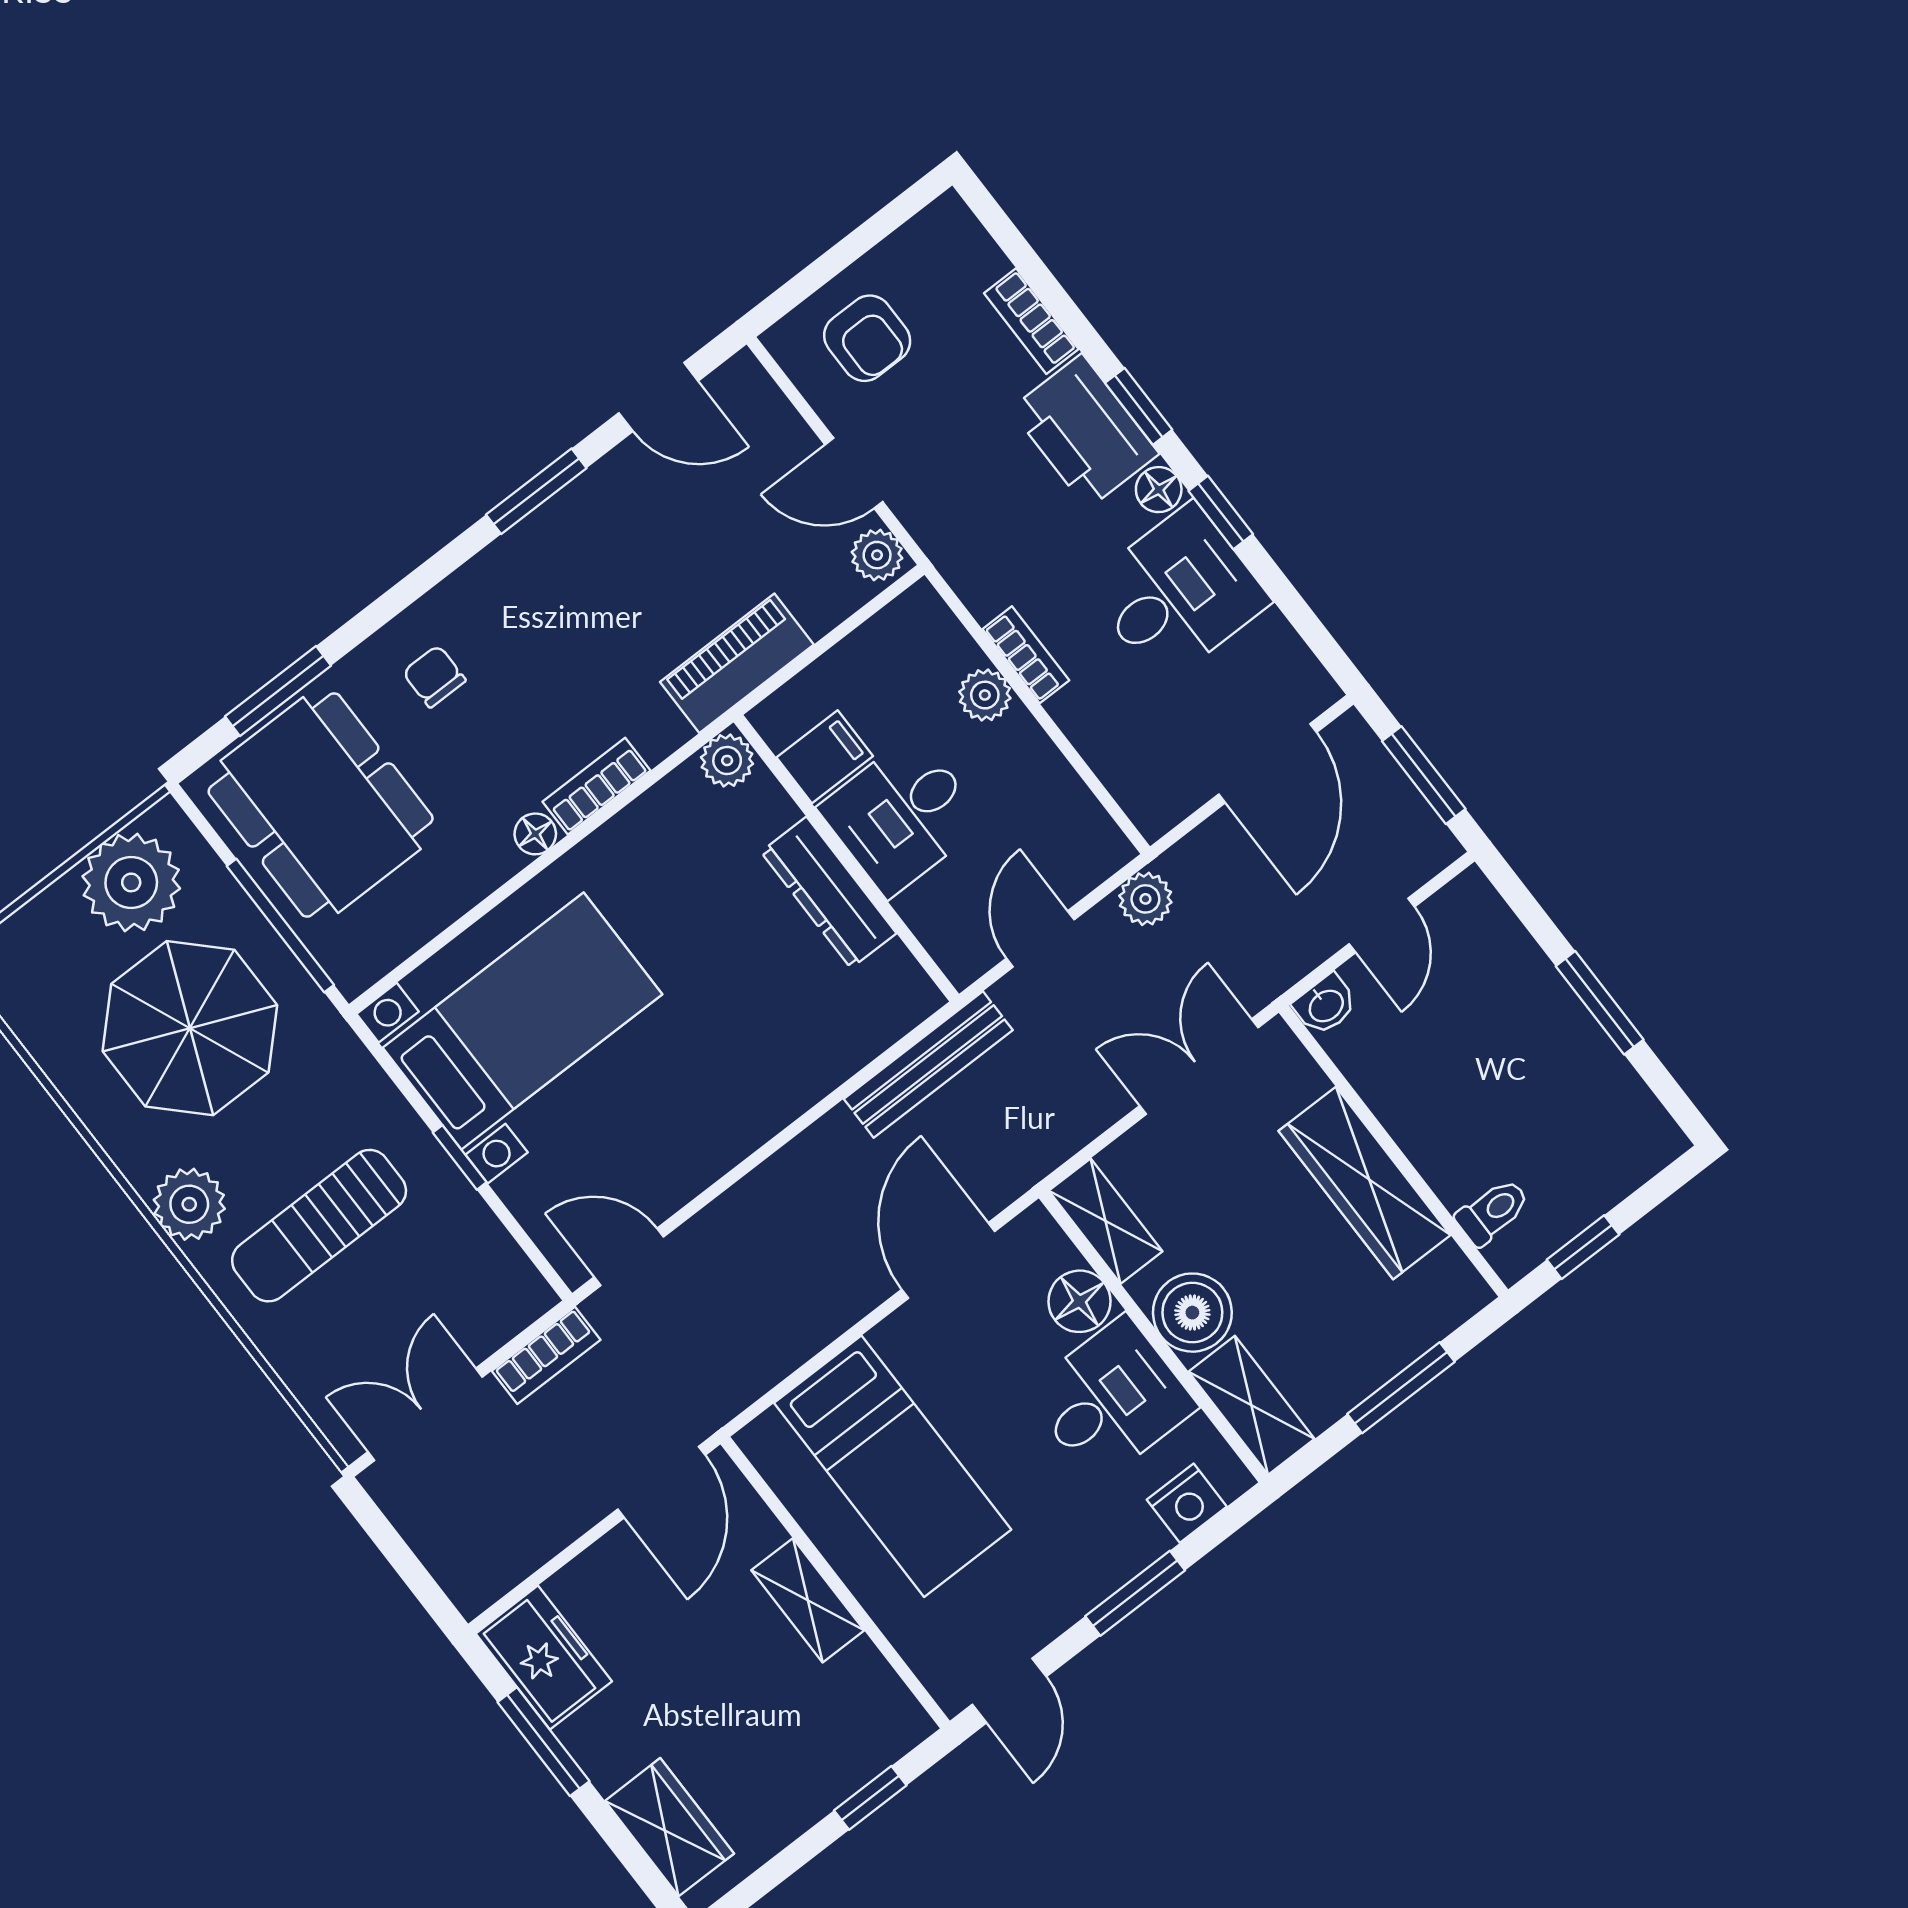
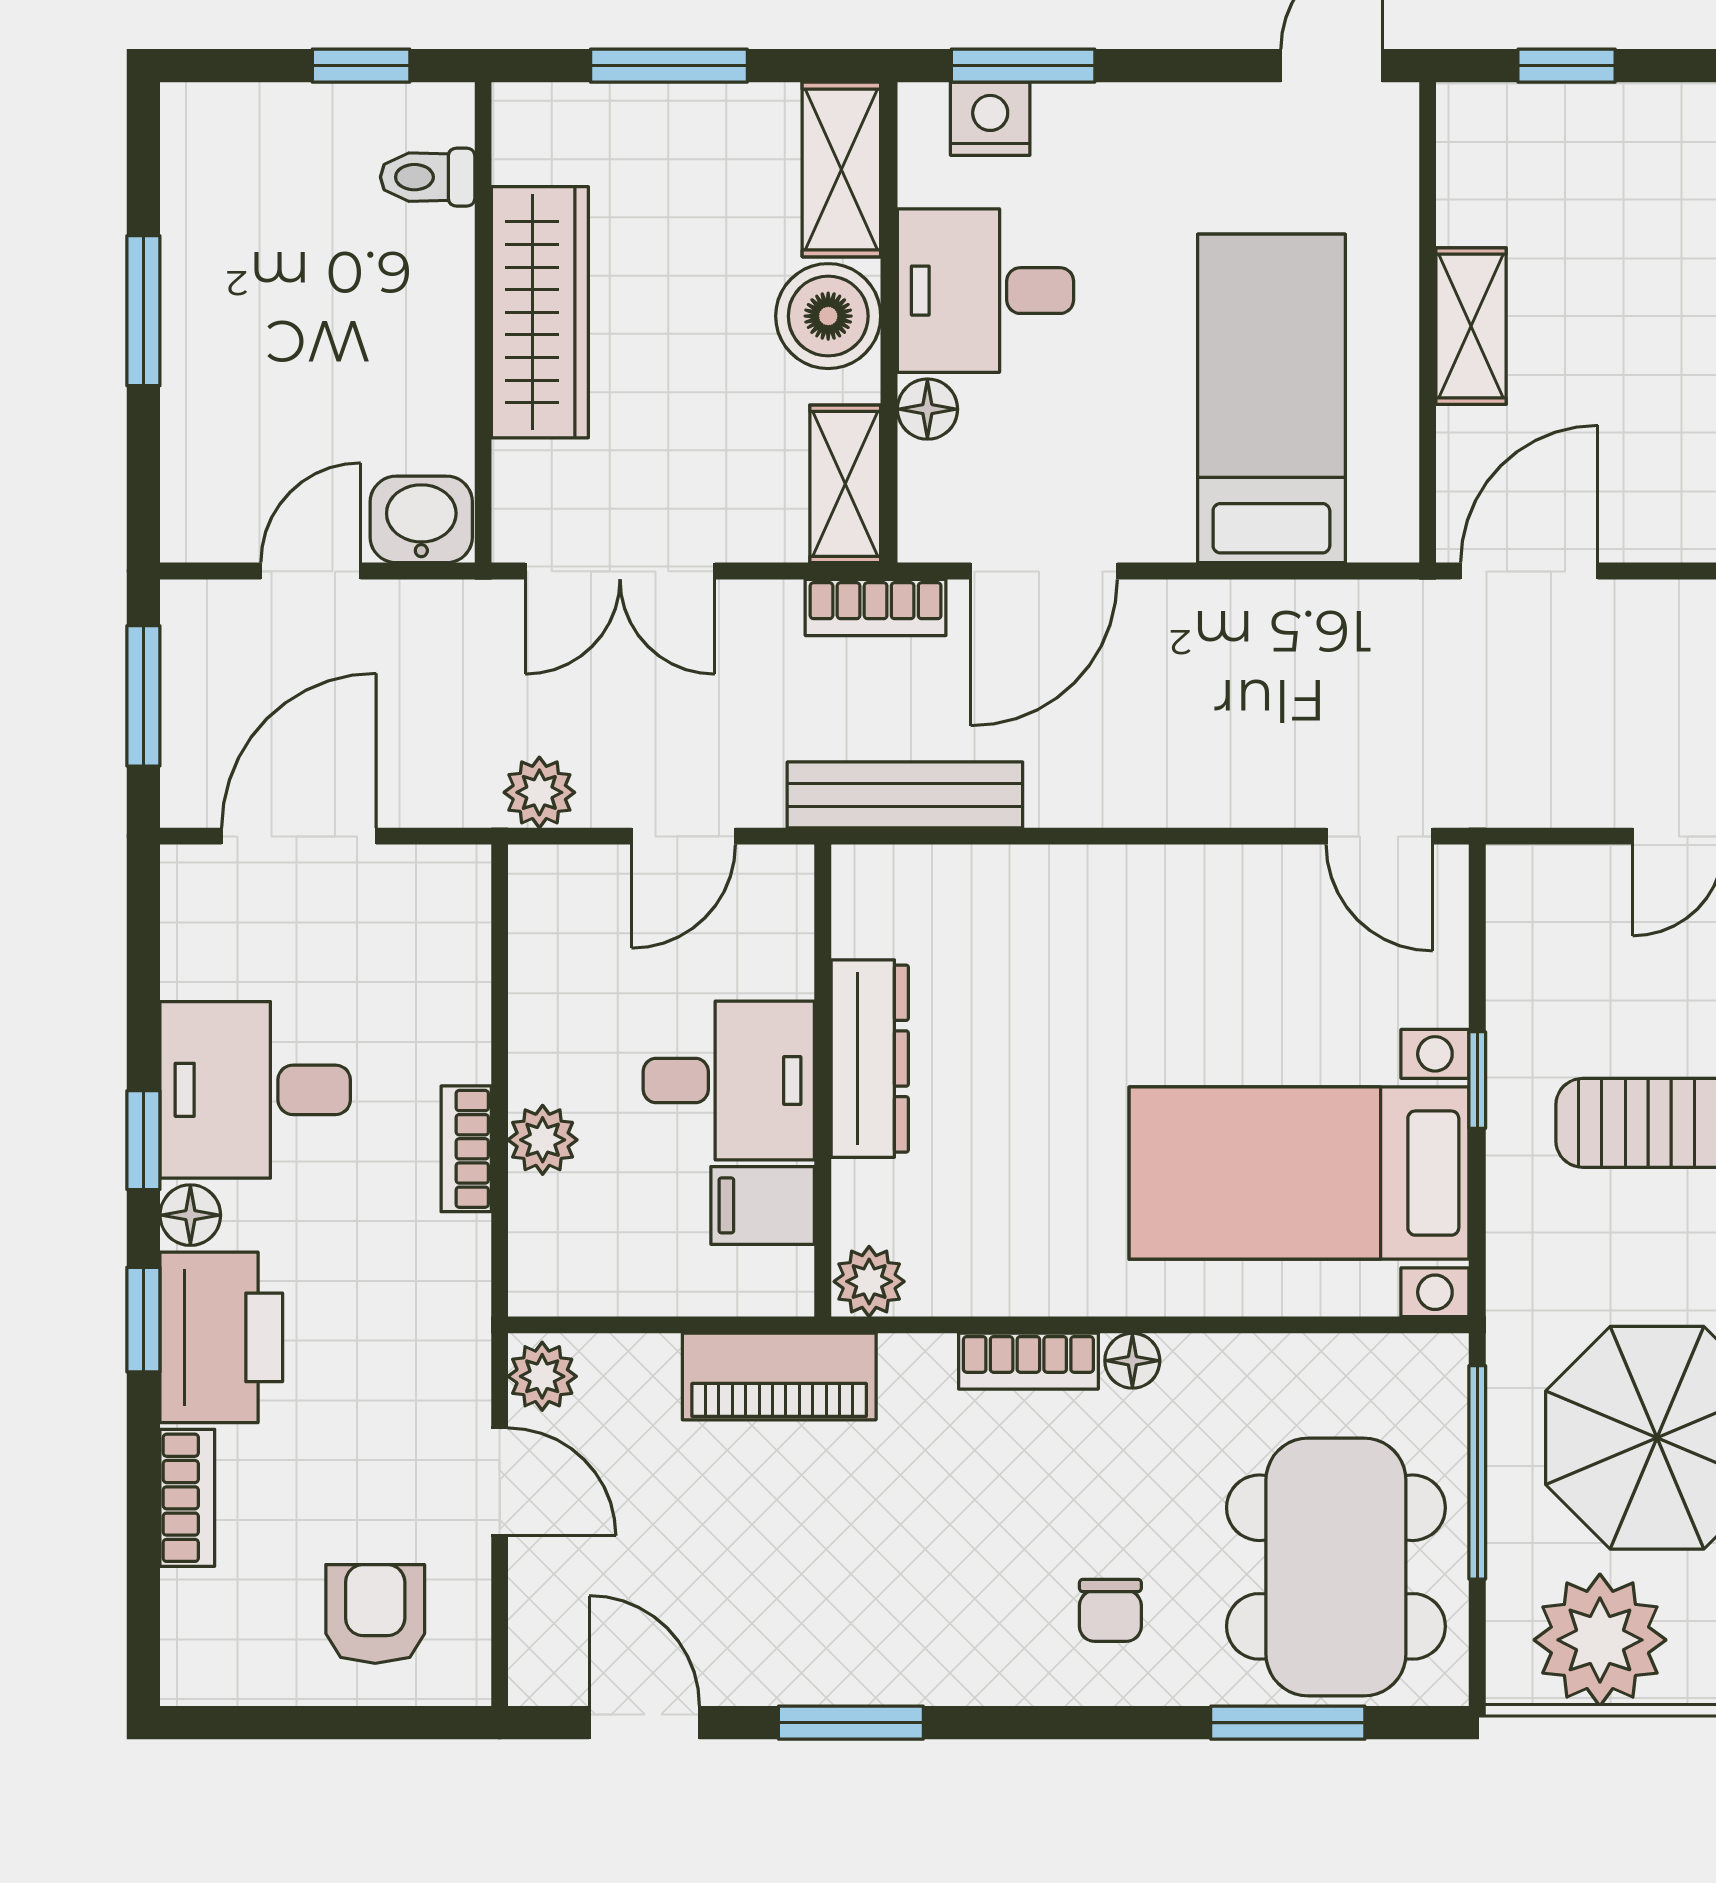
washbasin: (1325, 1005) -> (421, 519), width x1.38, depth x1.45
floor lamp: (1079, 1301) -> (927, 409), width x0.73, depth x0.73
bookcase: (546, 1355) -> (876, 607), moved, turned 180
window: (1135, 1593) -> (1023, 66), moved

